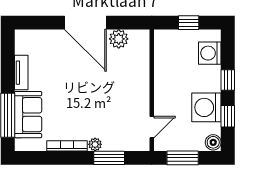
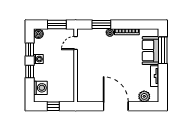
plant: (119, 39) -> (144, 96), moved
washing machine: (206, 107) -> (38, 59), width x0.53, depth x0.53

